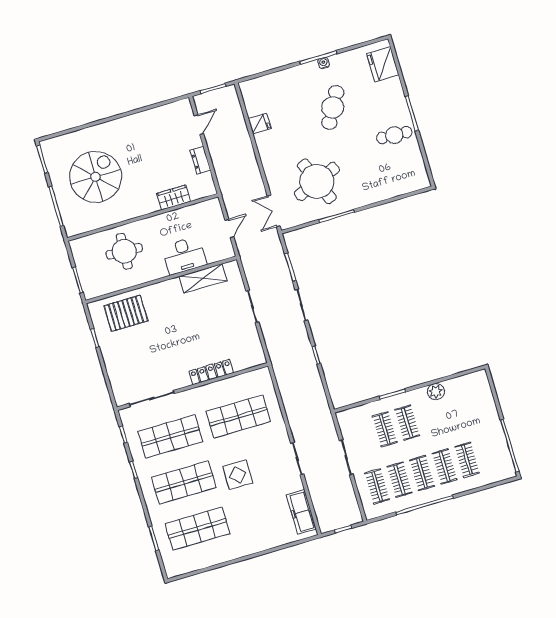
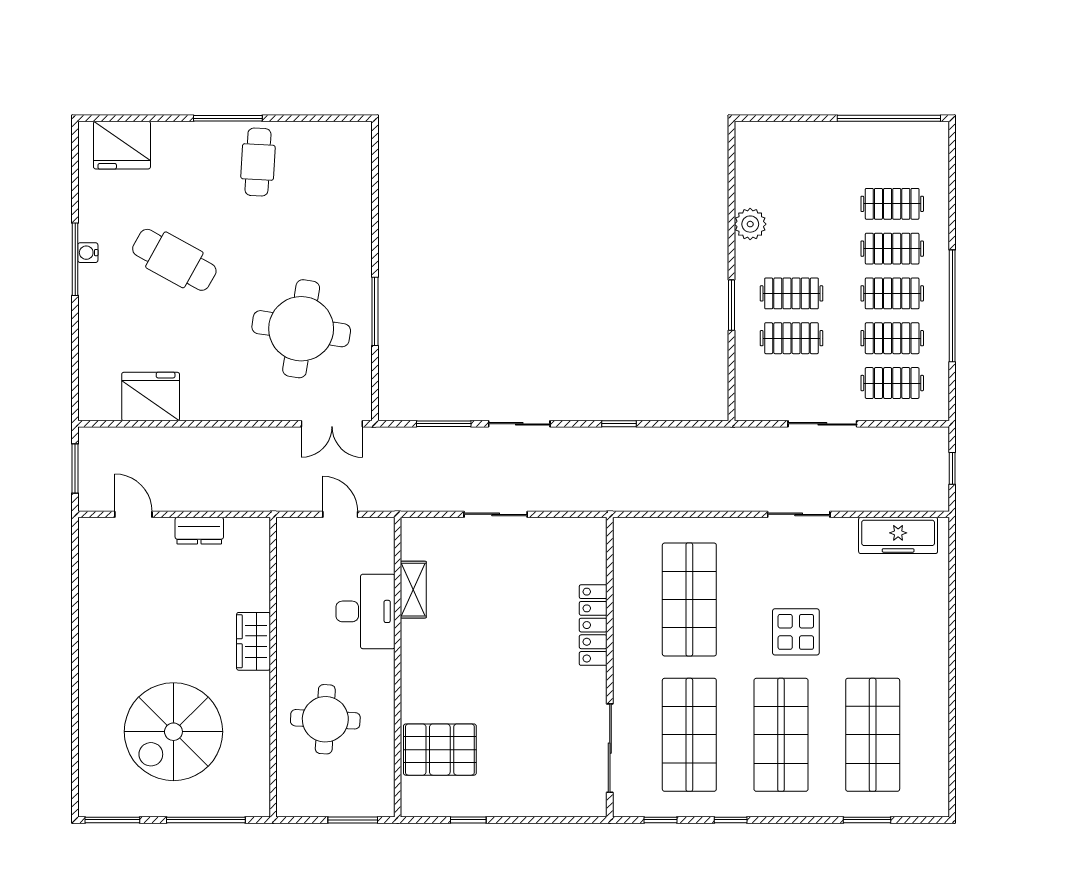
fridge: (259, 123) -> (151, 397), width x1.88, depth x1.34
spiral stairs: (96, 177) -> (173, 732), turned -90
round table: (317, 181) -> (301, 329), turned 31
wardrobe: (174, 198) -> (253, 641), moved
shelving: (203, 278) -> (413, 590), width x0.67, depth x0.75
pallet: (126, 313) -> (440, 750), turned 90

